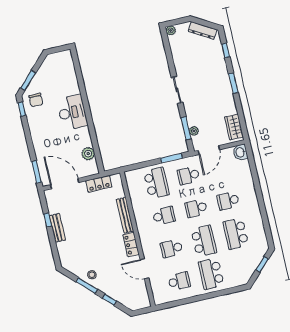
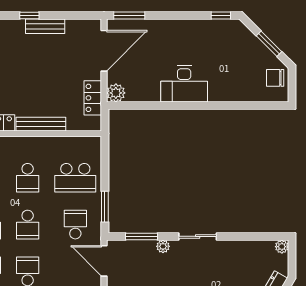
window: (28, 80) -> (269, 44), moved
chair: (36, 100) -> (275, 78), moved
desk: (72, 112) -> (184, 84), moved
plant: (194, 131) -> (163, 246), moved
plant: (88, 154) -> (116, 93), moved
school desk: (196, 208) -> (28, 225), turned 180
window: (48, 220) -> (29, 15), moved

